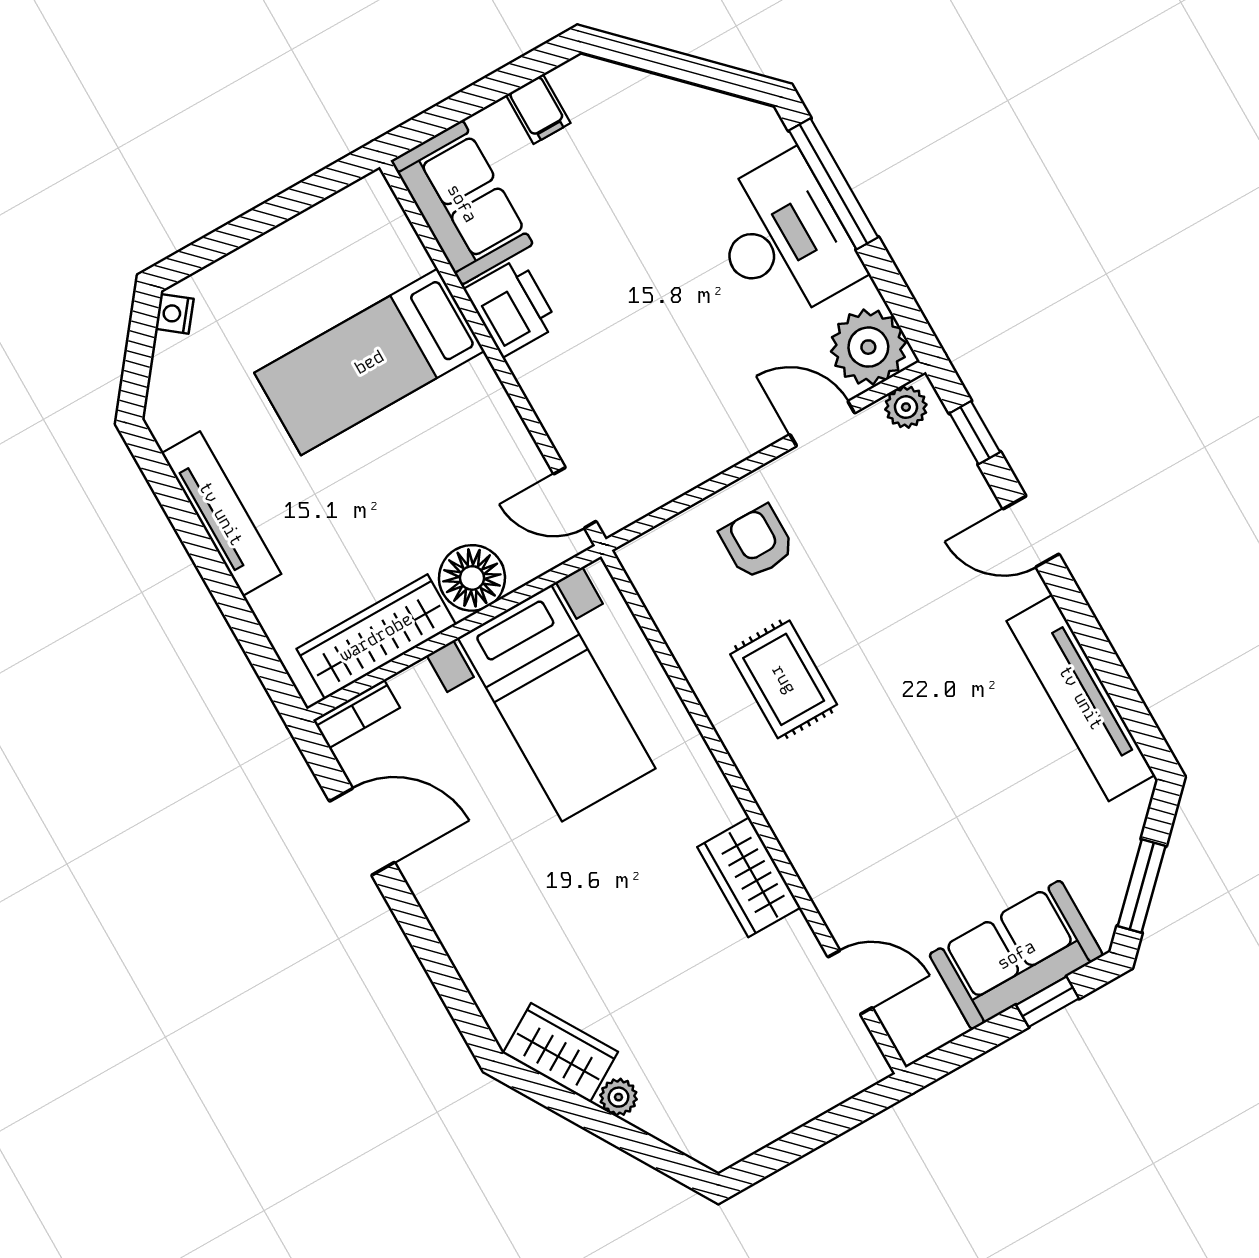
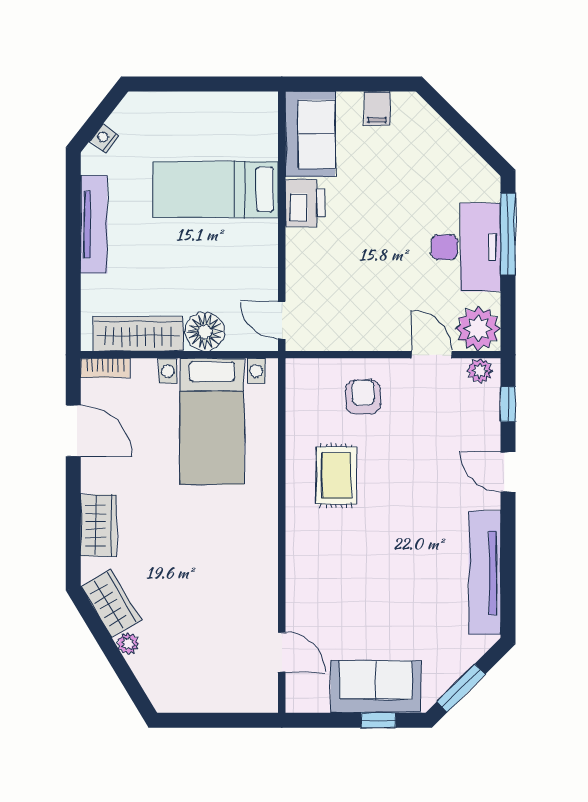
nightstand: (175, 314) -> (104, 138), moved
wardrobe: (749, 877) -> (99, 525), moved, turned 180

